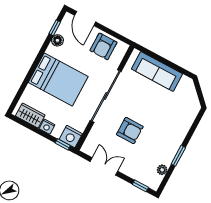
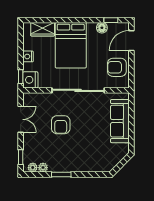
wardrobe: (30, 116) -> (43, 29), moved, turned 90
plant: (157, 180) -> (33, 168), added

